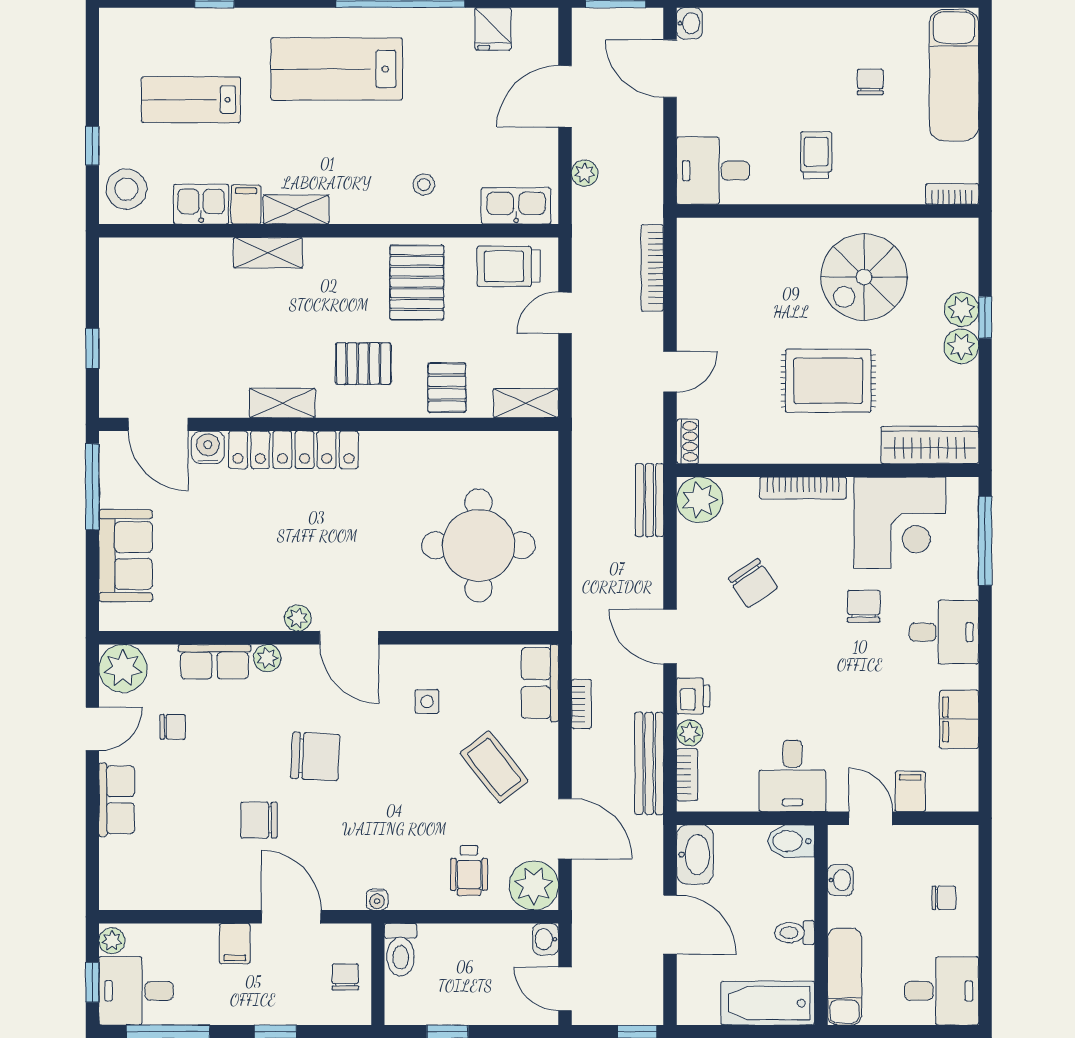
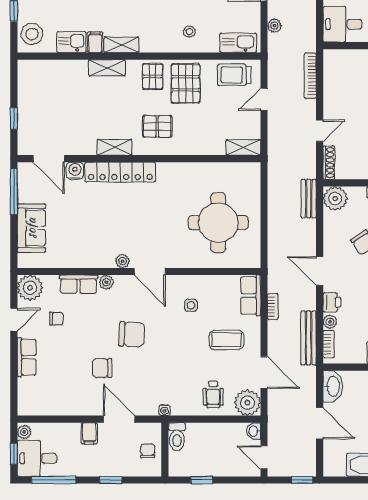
pallet: (447, 388) -> (153, 76), moved
shoe rack: (687, 441) -> (329, 163), width x1.43
coffee table: (494, 767) -> (226, 340), turned -52

